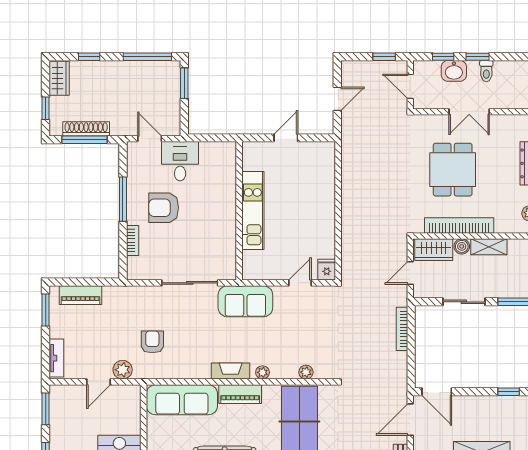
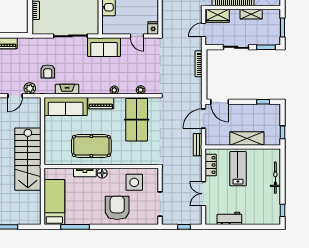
boiler: (462, 246) -> (235, 14), removed
door: (300, 283) -> (137, 36), swing flipped
armchair: (152, 342) -> (48, 72), turned 180
fireplace: (231, 371) -> (67, 89), moved

